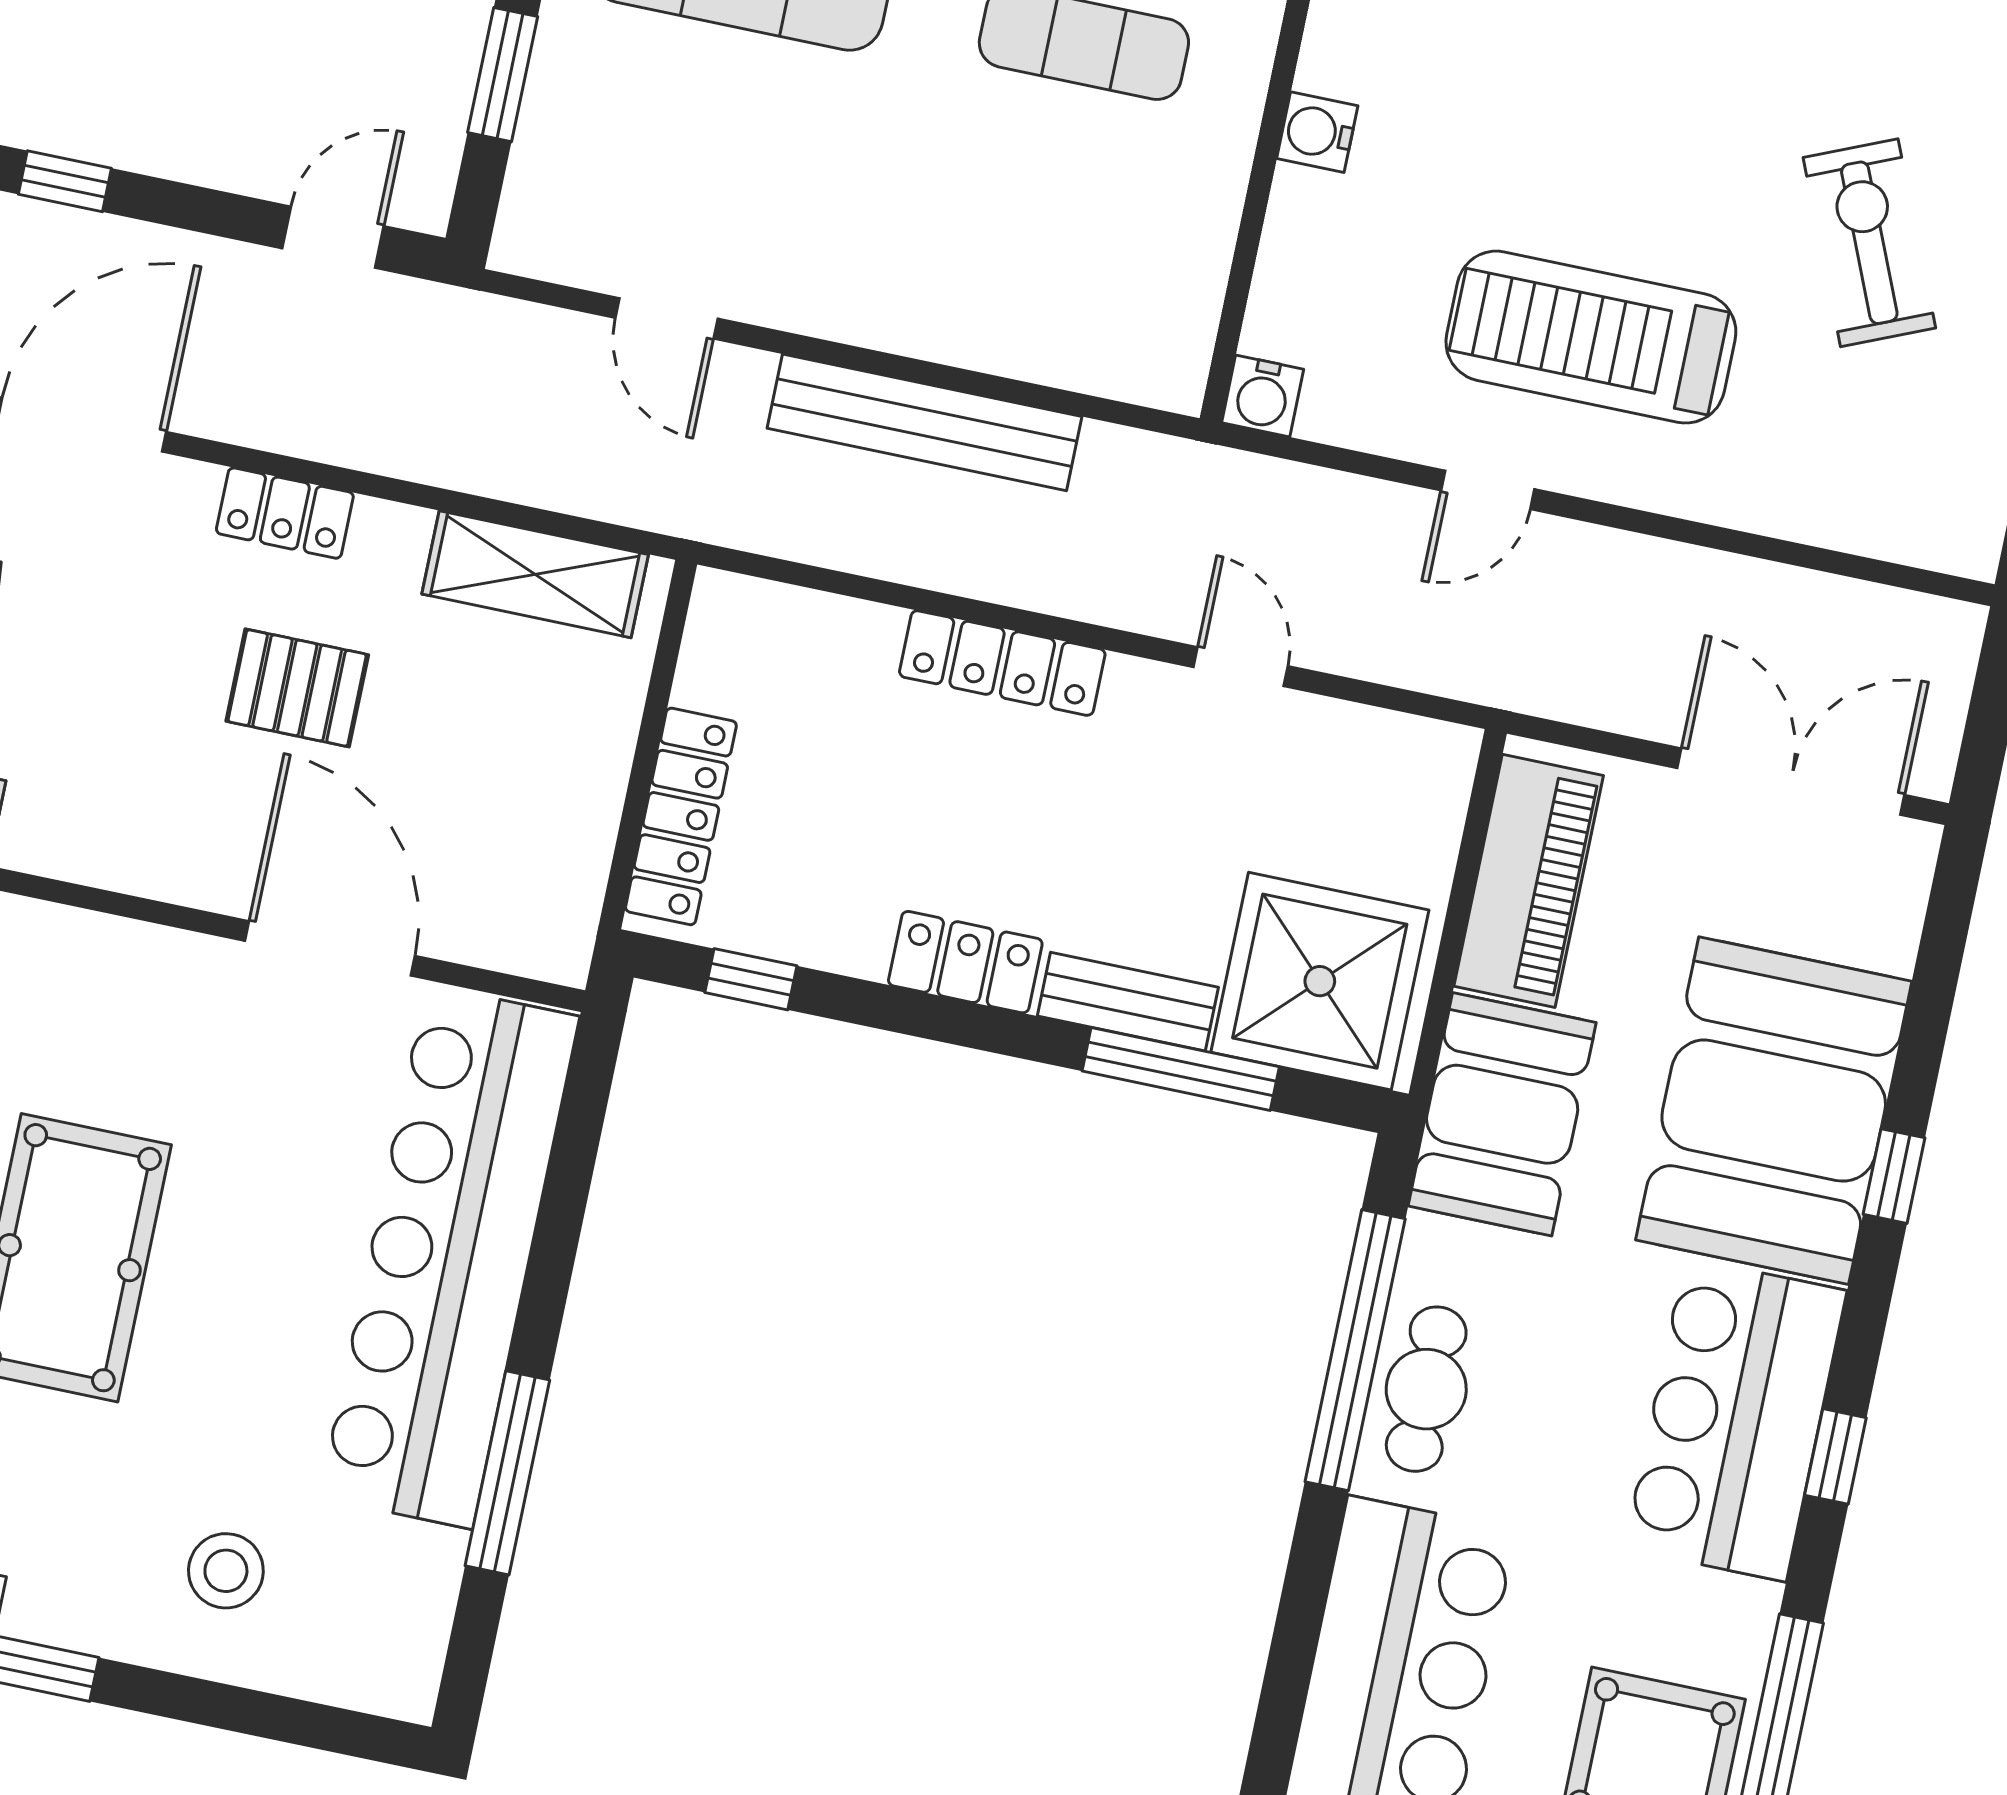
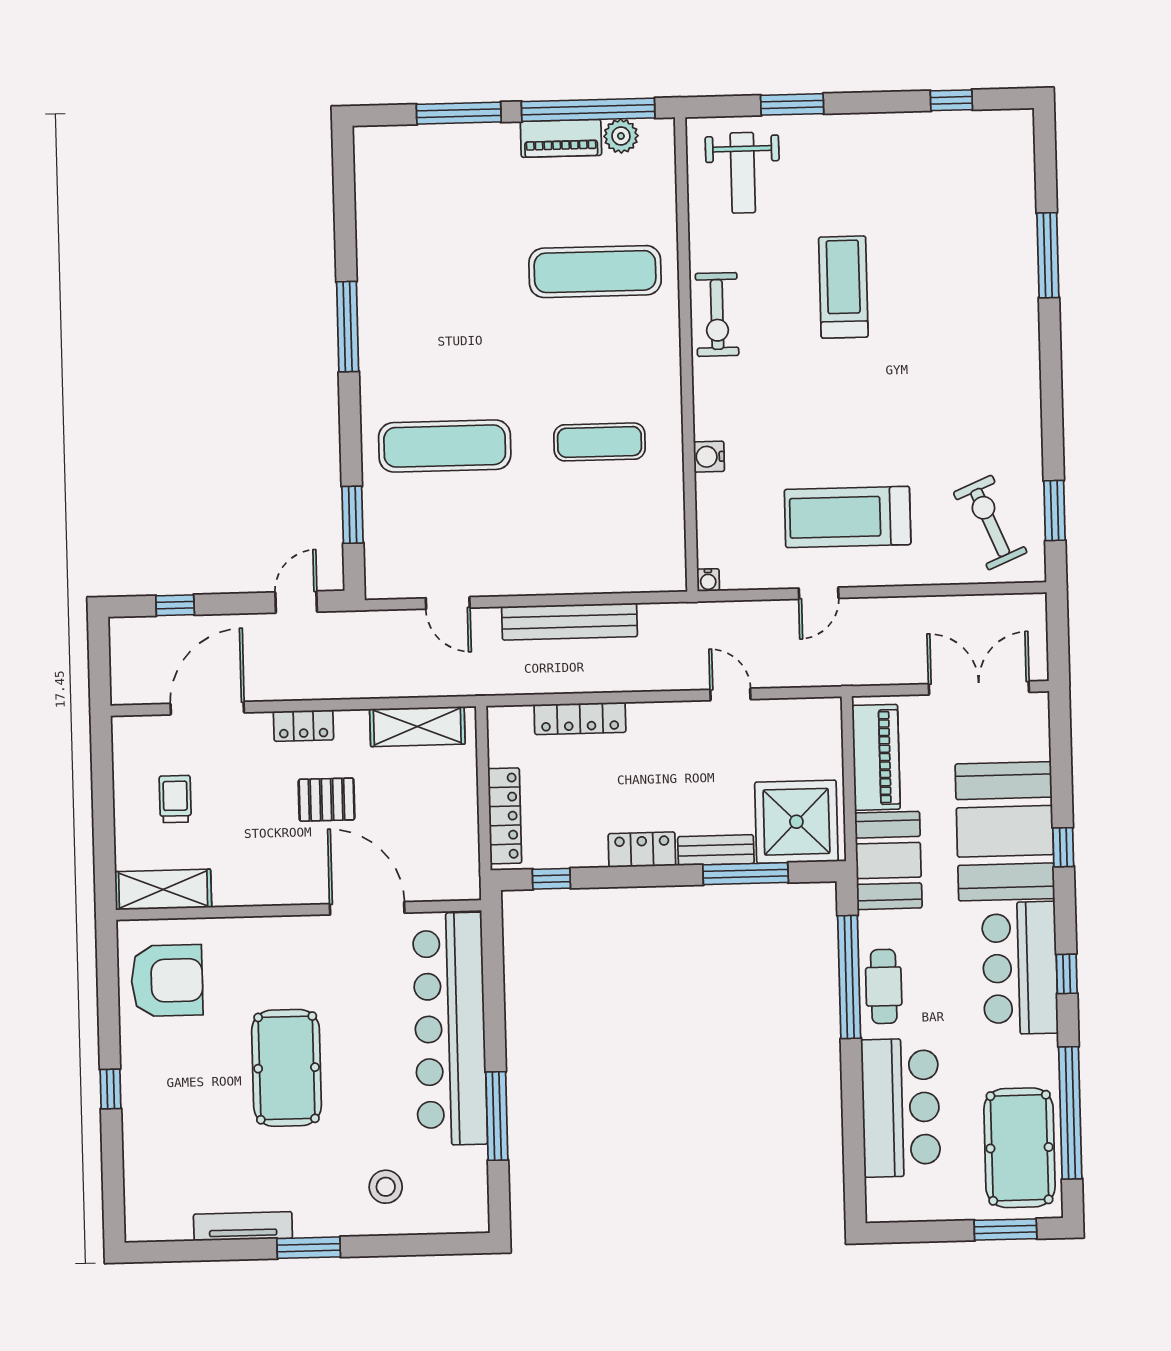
exercise bike: (1869, 243) -> (990, 522), moved
water cooler: (1263, 396) -> (708, 580), width x0.72, depth x0.72
locker: (1002, 663) -> (580, 718), moved

